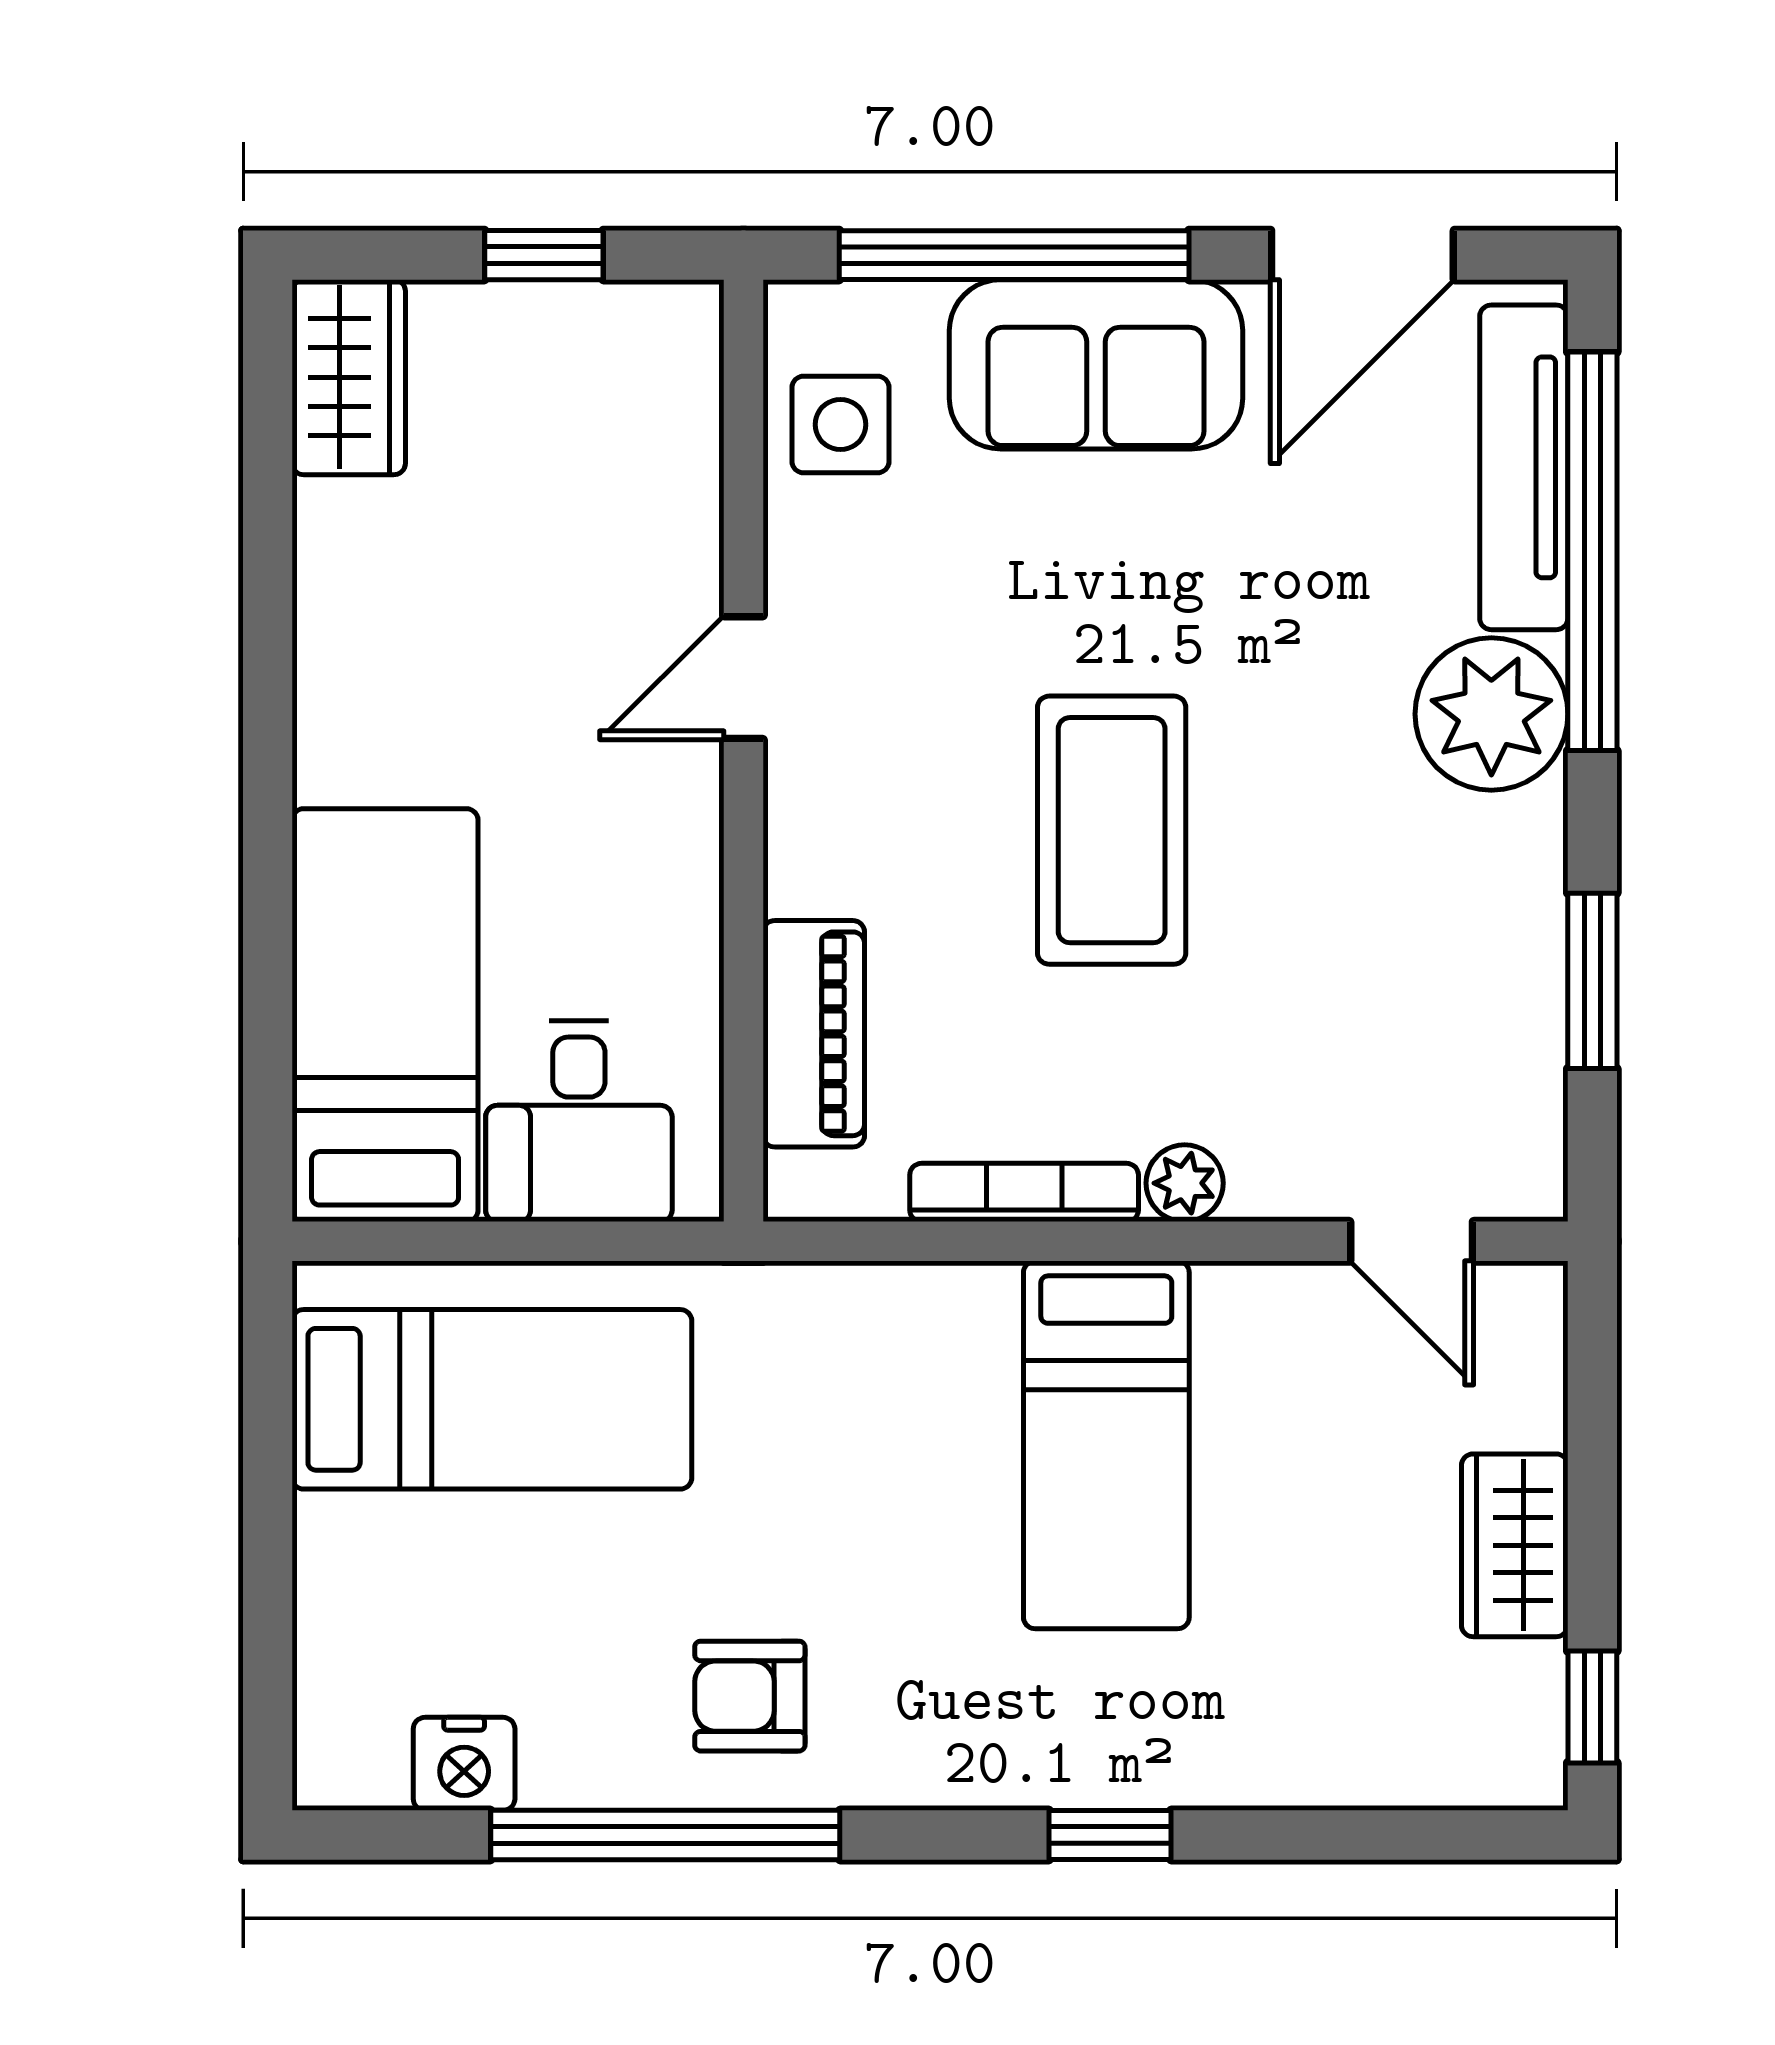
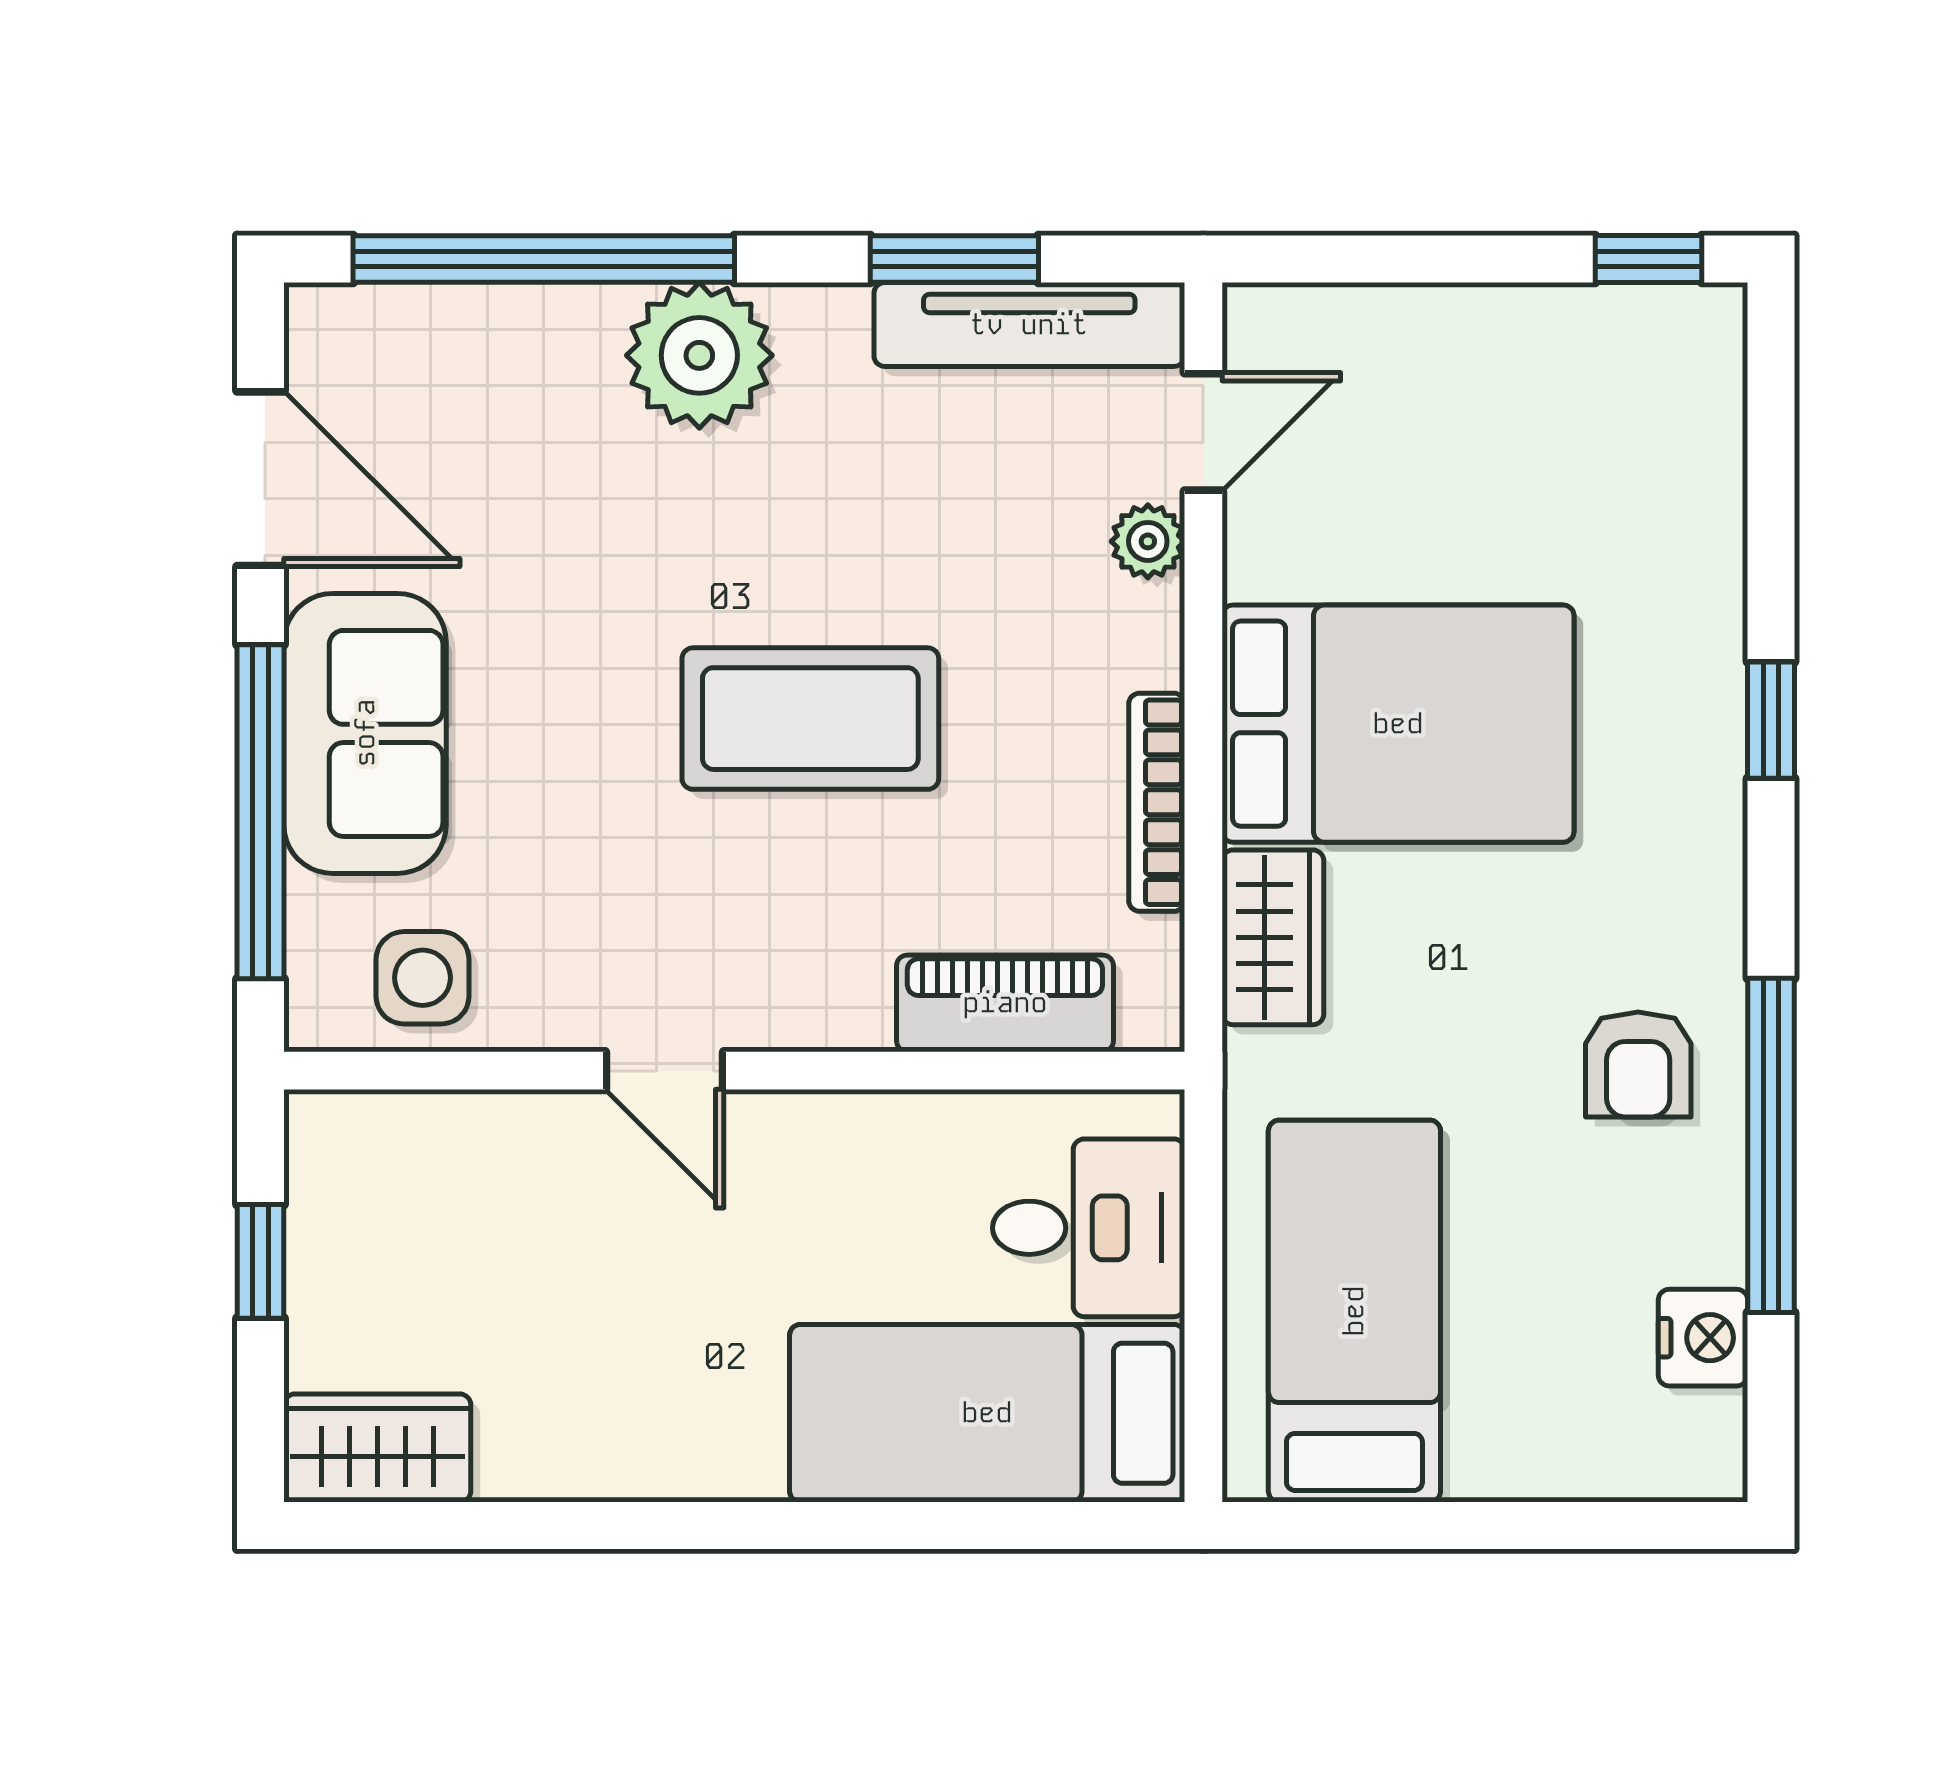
tv unit: (1524, 467) -> (1029, 325), moved
plant: (1185, 1183) -> (1148, 541), moved
bed: (1106, 1445) -> (1398, 724), width x1.50
wardrobe: (1515, 1545) -> (1273, 937), moved, turned -90

